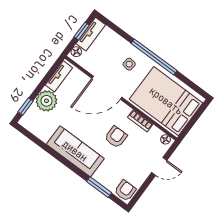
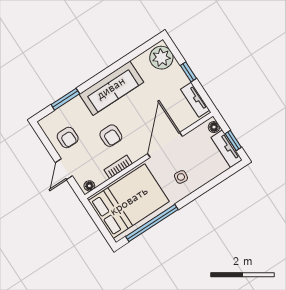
window: (154, 57) -> (152, 223), moved
plant: (46, 101) -> (161, 58), moved
window: (26, 107) -> (188, 72), moved
armchair: (125, 191) -> (68, 137), moved

